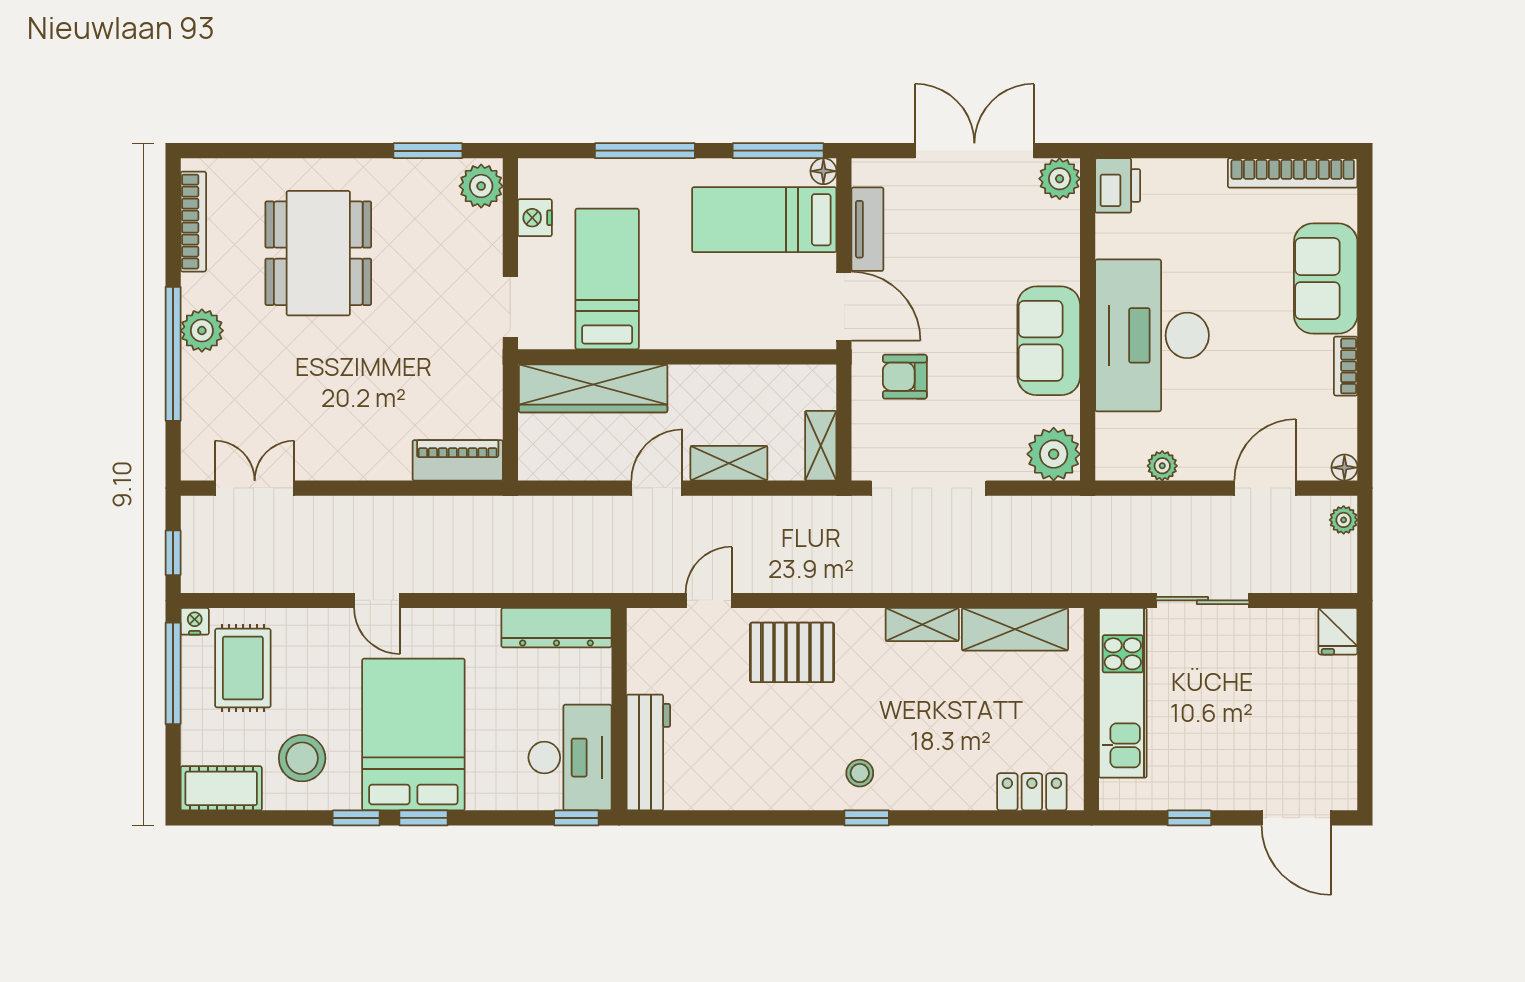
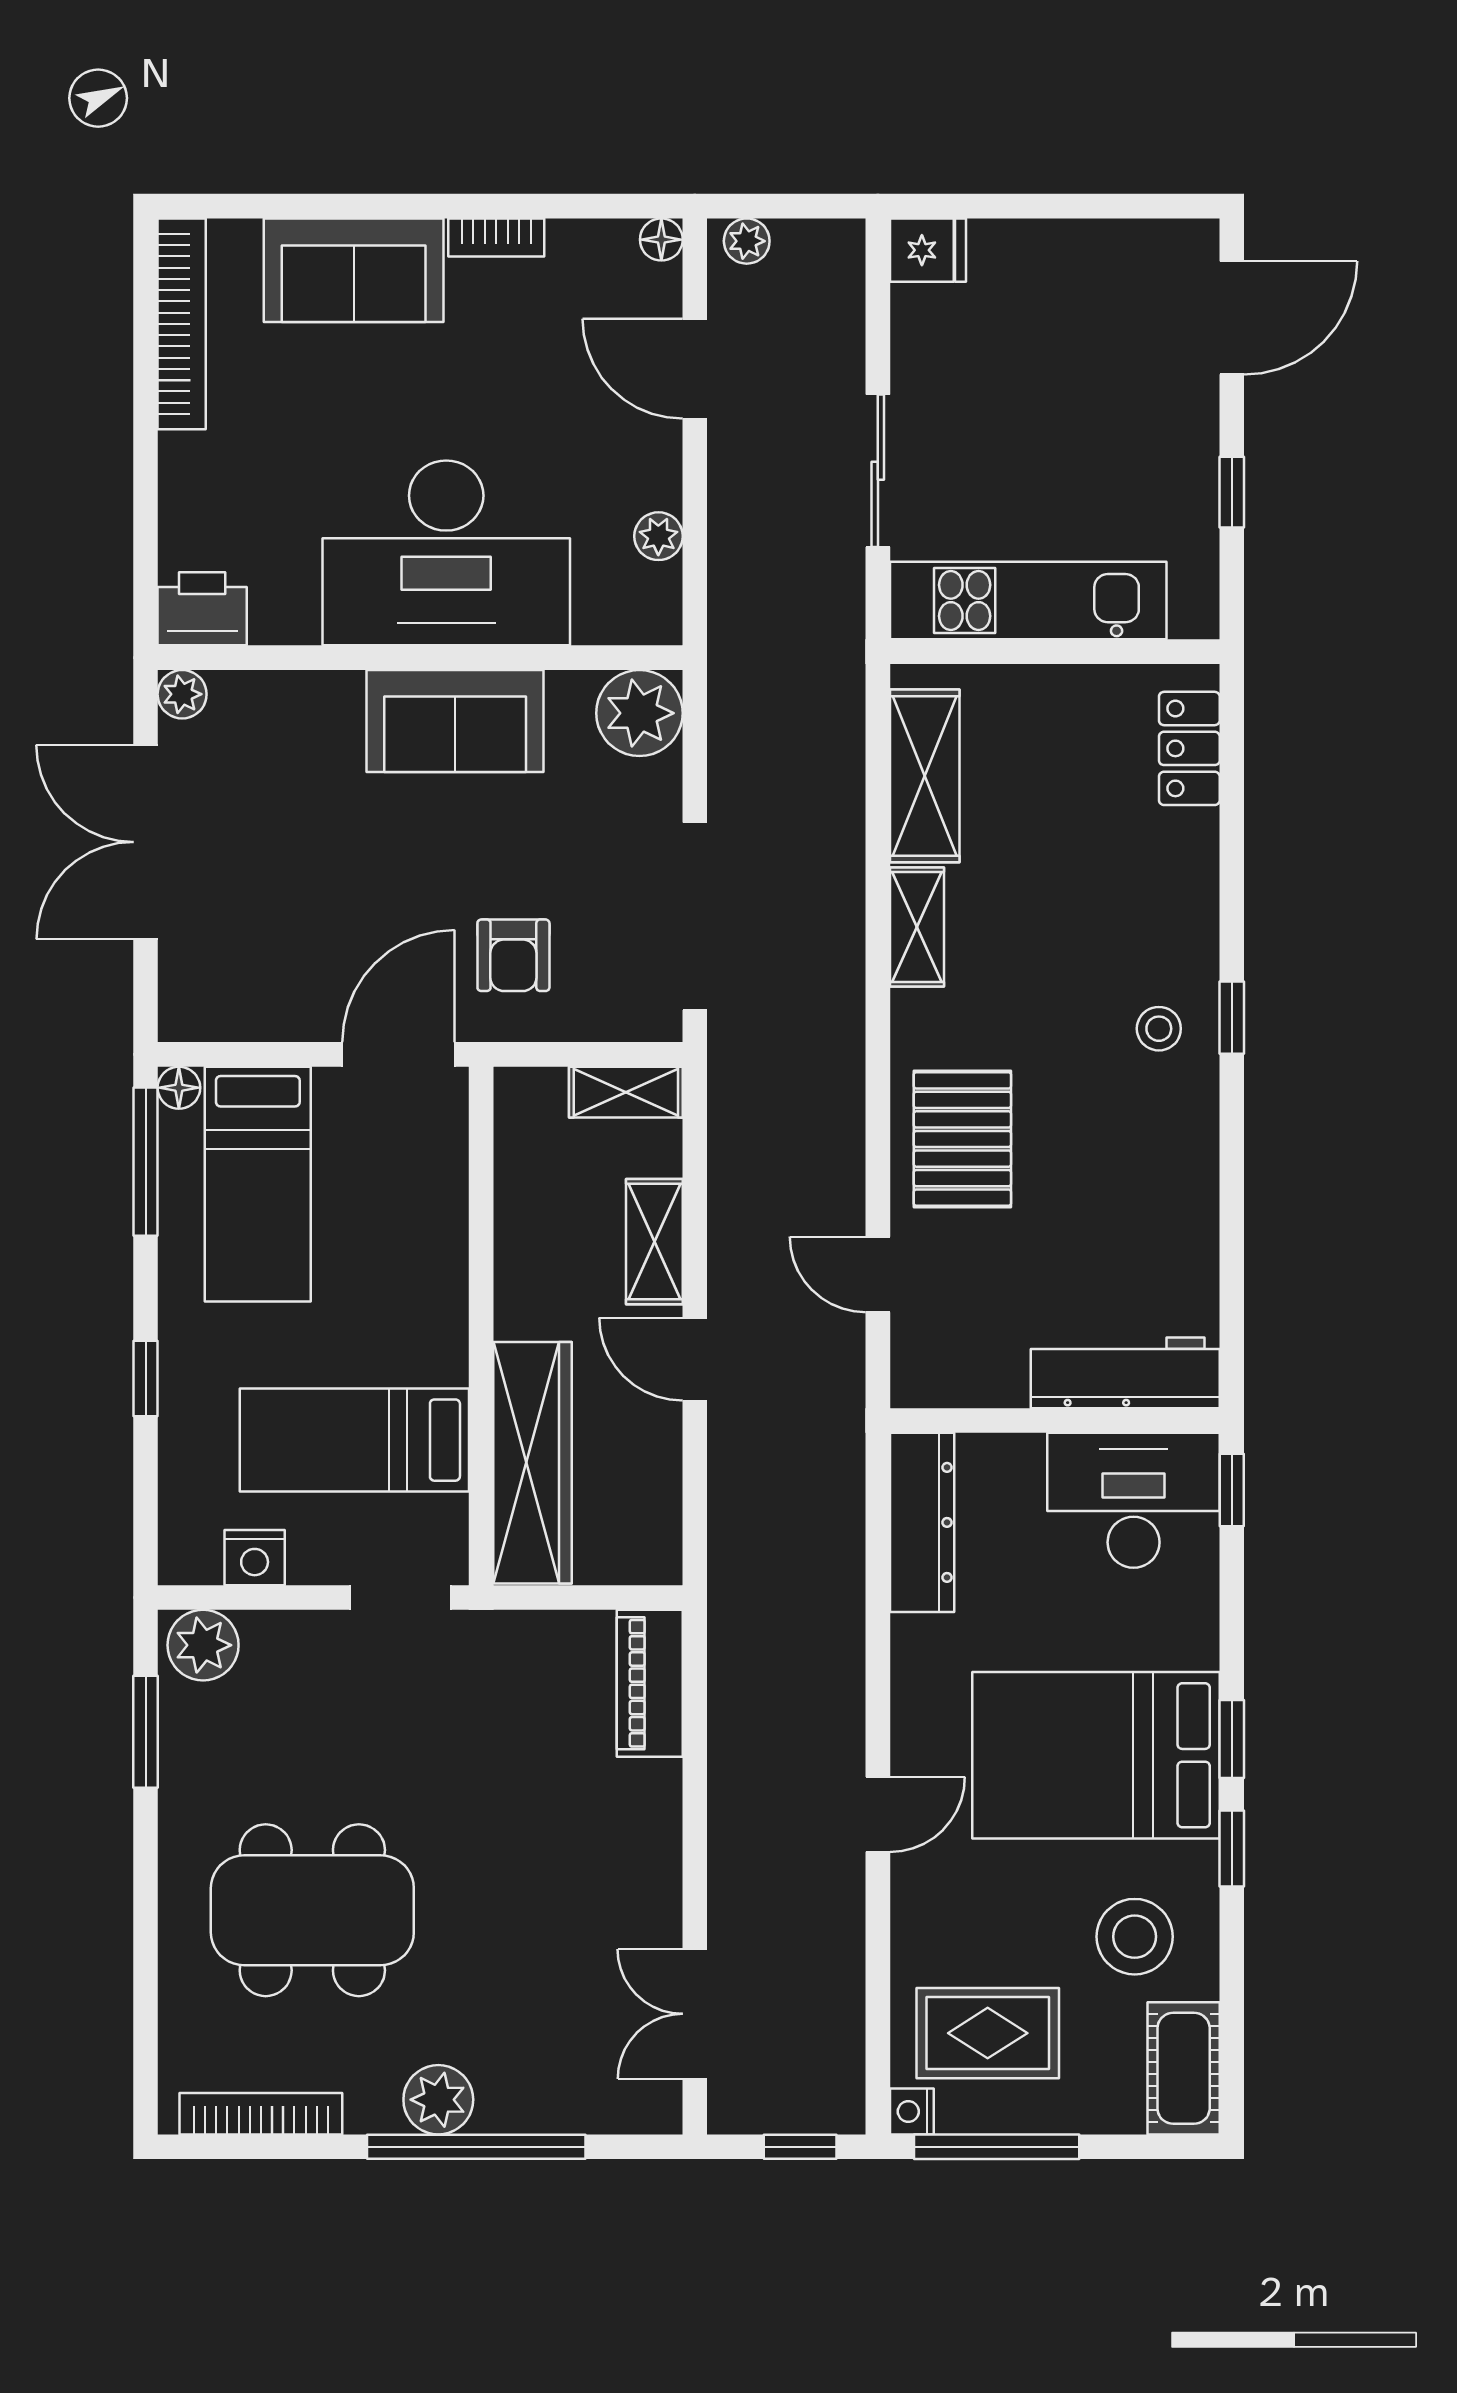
window: (645, 151) -> (146, 1379), width x0.46
plant: (1060, 179) -> (182, 694), width x0.73, depth x0.73
tv unit: (867, 229) -> (273, 1016), removed

